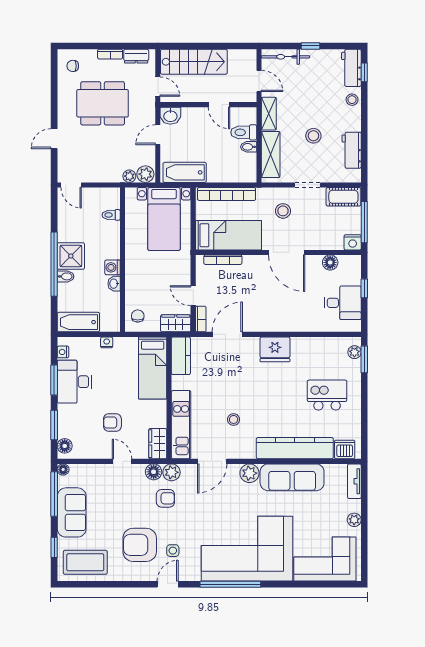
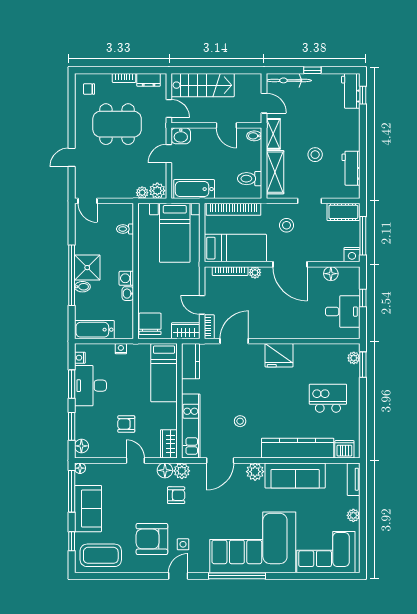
stool: (352, 100) -> (351, 121), removed
toilet: (244, 132) -> (250, 179), moved
bidet: (249, 147) -> (254, 136), moved
plant: (249, 261) -> (255, 272), added
chair: (138, 316) -> (150, 324), width x1.87, depth x1.87

